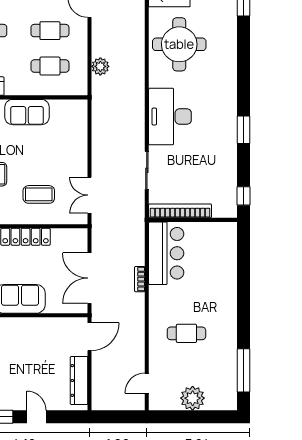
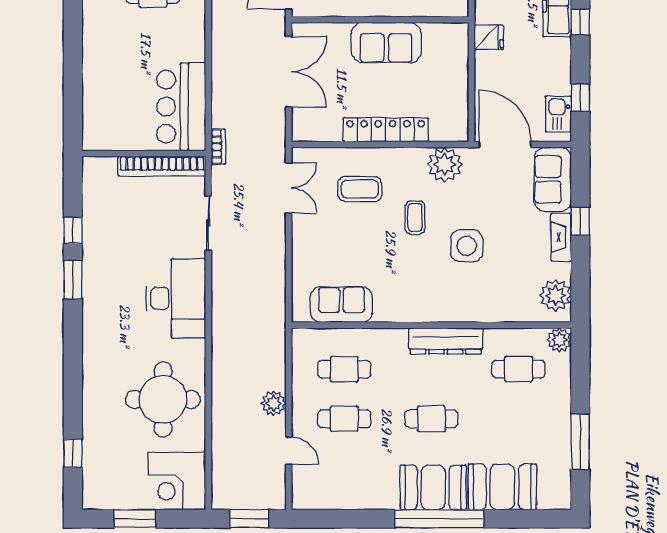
plant: (100, 66) -> (274, 403), moved
sofa: (27, 112) -> (341, 305), moved
window: (244, 196) -> (73, 230), moved
bookcase: (140, 279) -> (218, 147), moved

